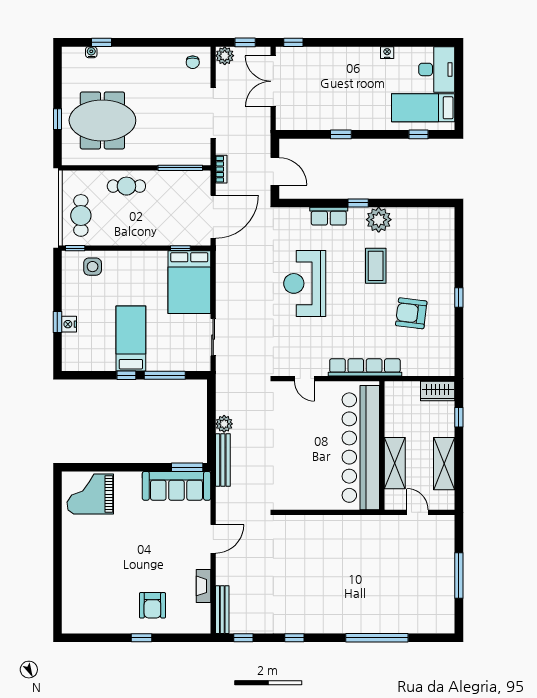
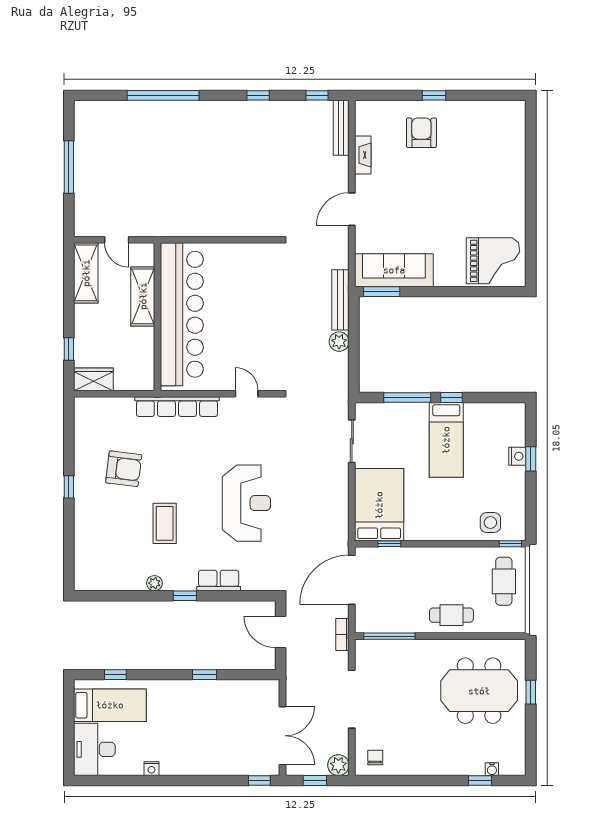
plant: (379, 220) -> (154, 583), width x0.53, depth x0.53
shelving: (444, 464) -> (86, 273), moved

